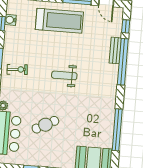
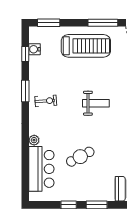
weight bench: (64, 75) -> (96, 103), turned 180

